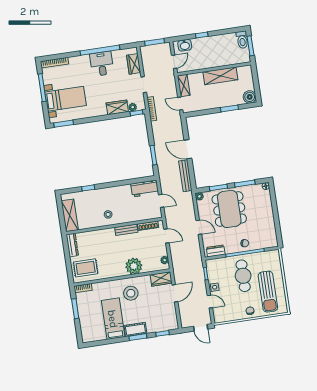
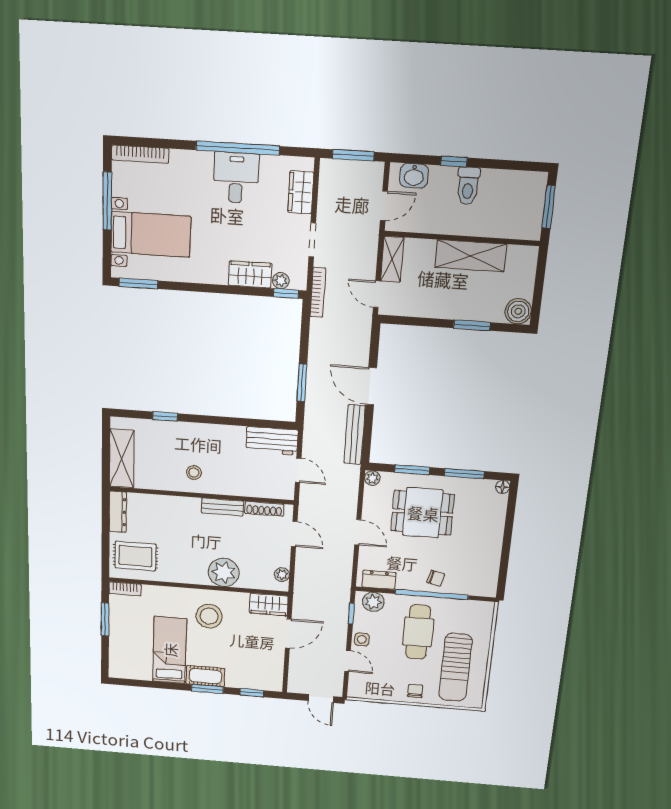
toilet: (242, 40) -> (468, 186), moved
dining table: (229, 209) -> (423, 513), width x0.73
plant: (216, 264) -> (373, 602), added

